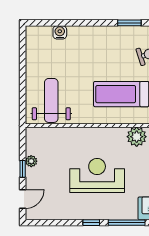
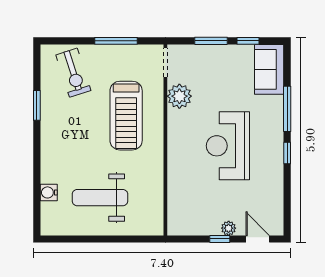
weight bench: (51, 100) -> (100, 198), moved
plant: (31, 161) -> (229, 228), moved

